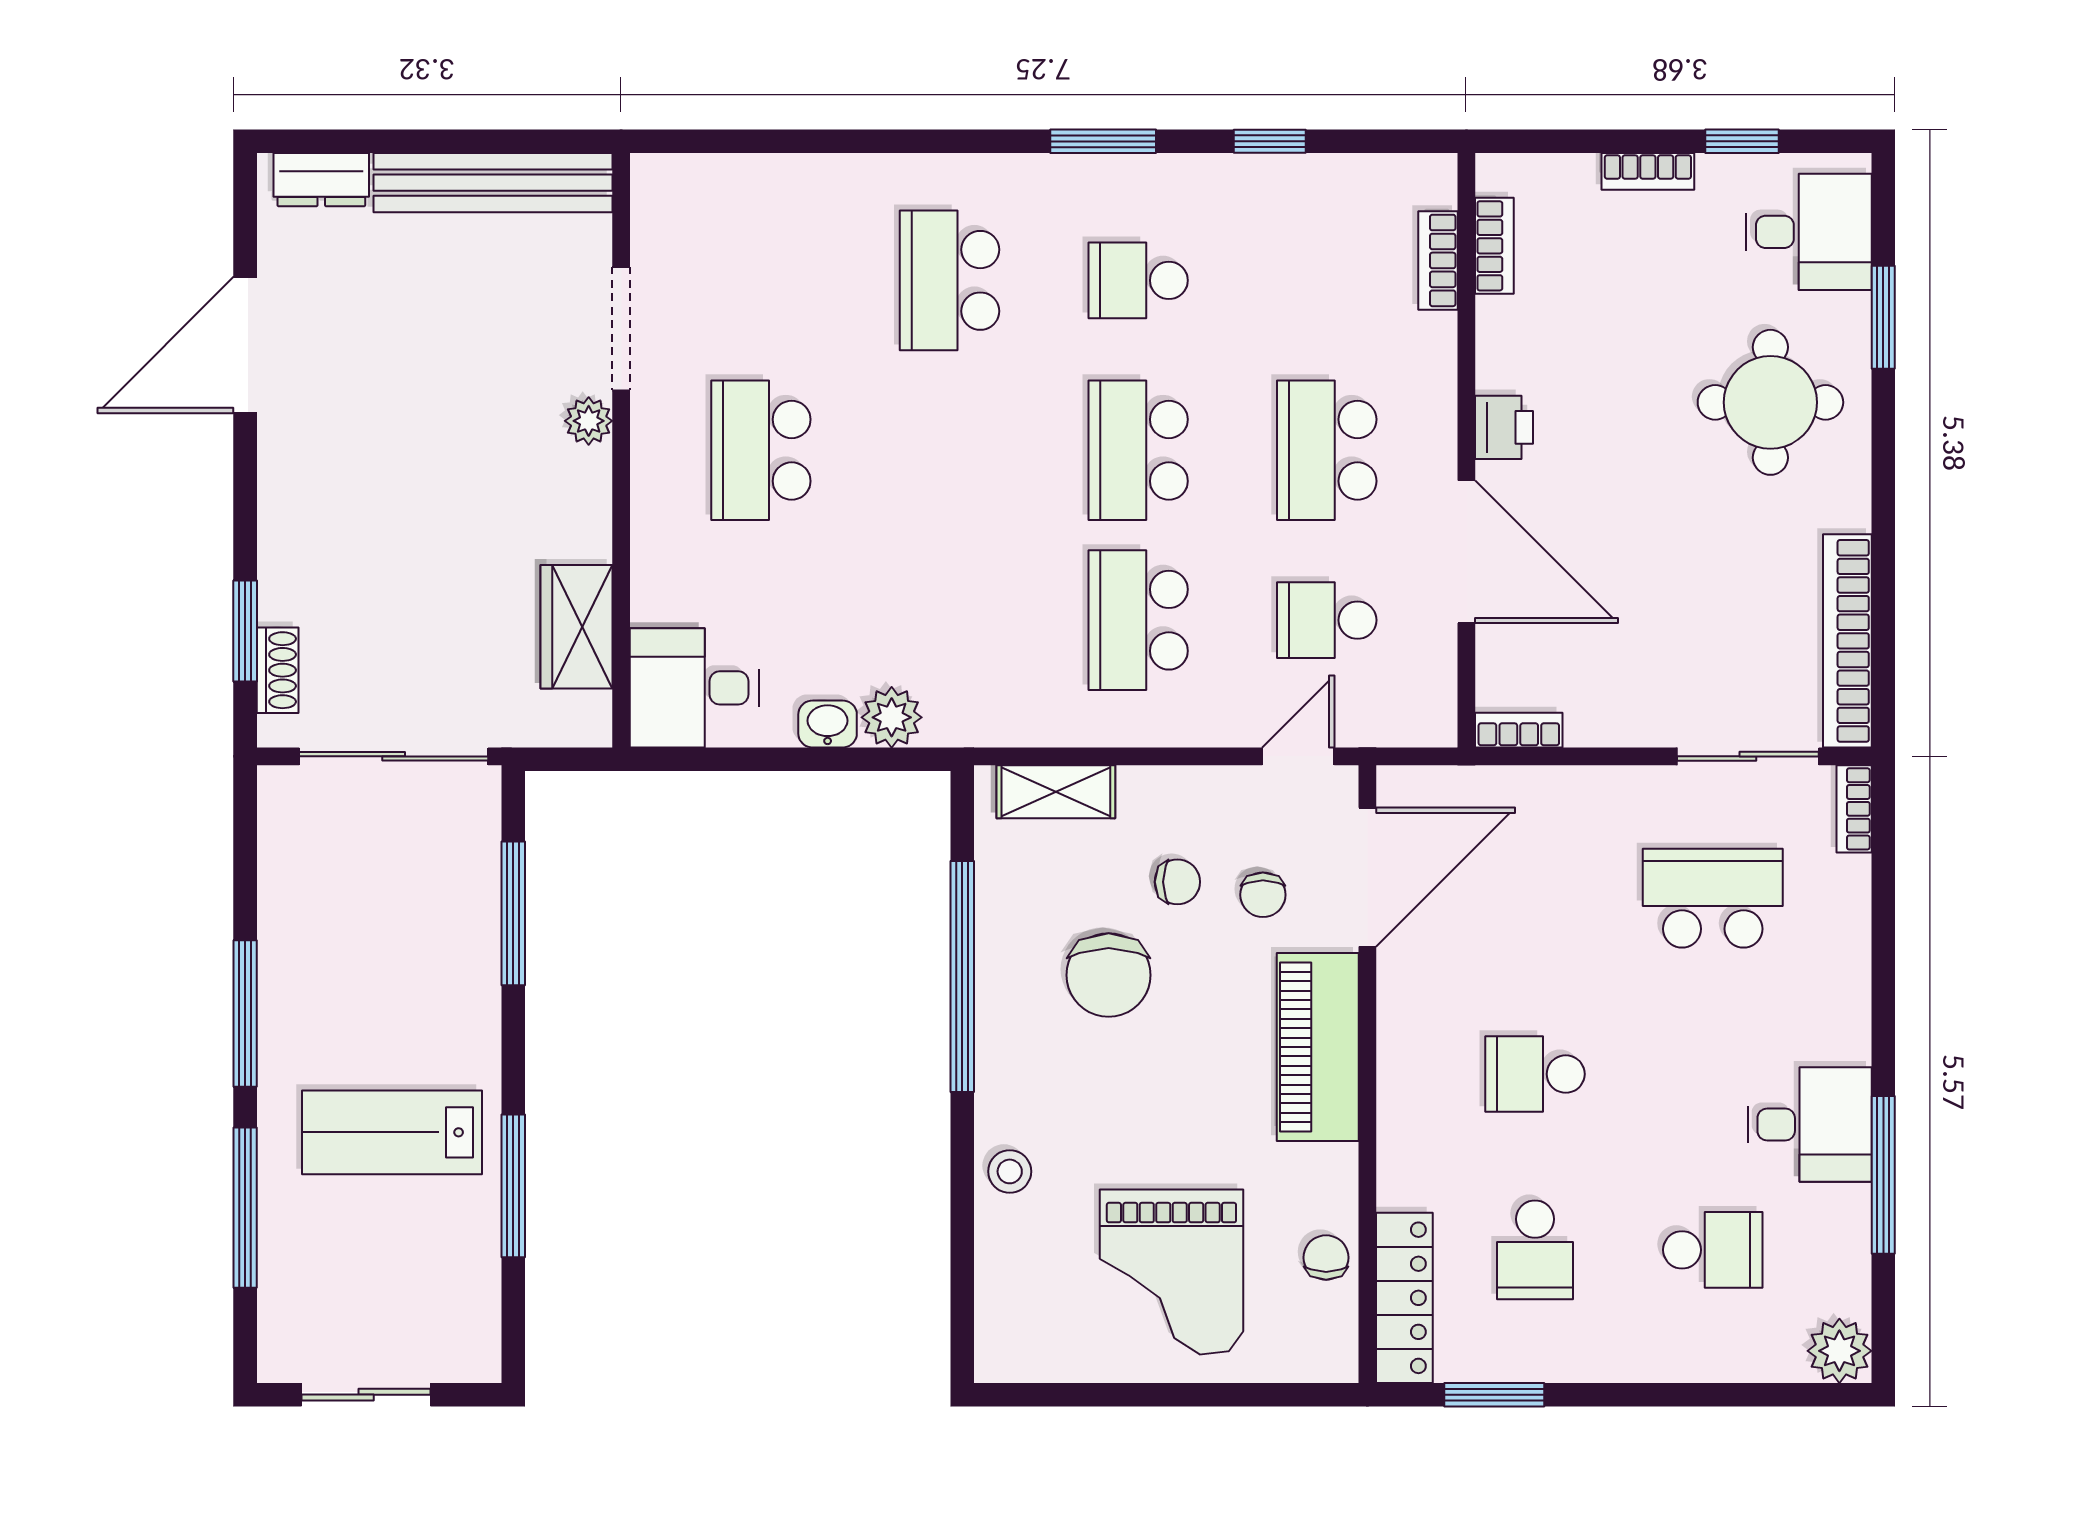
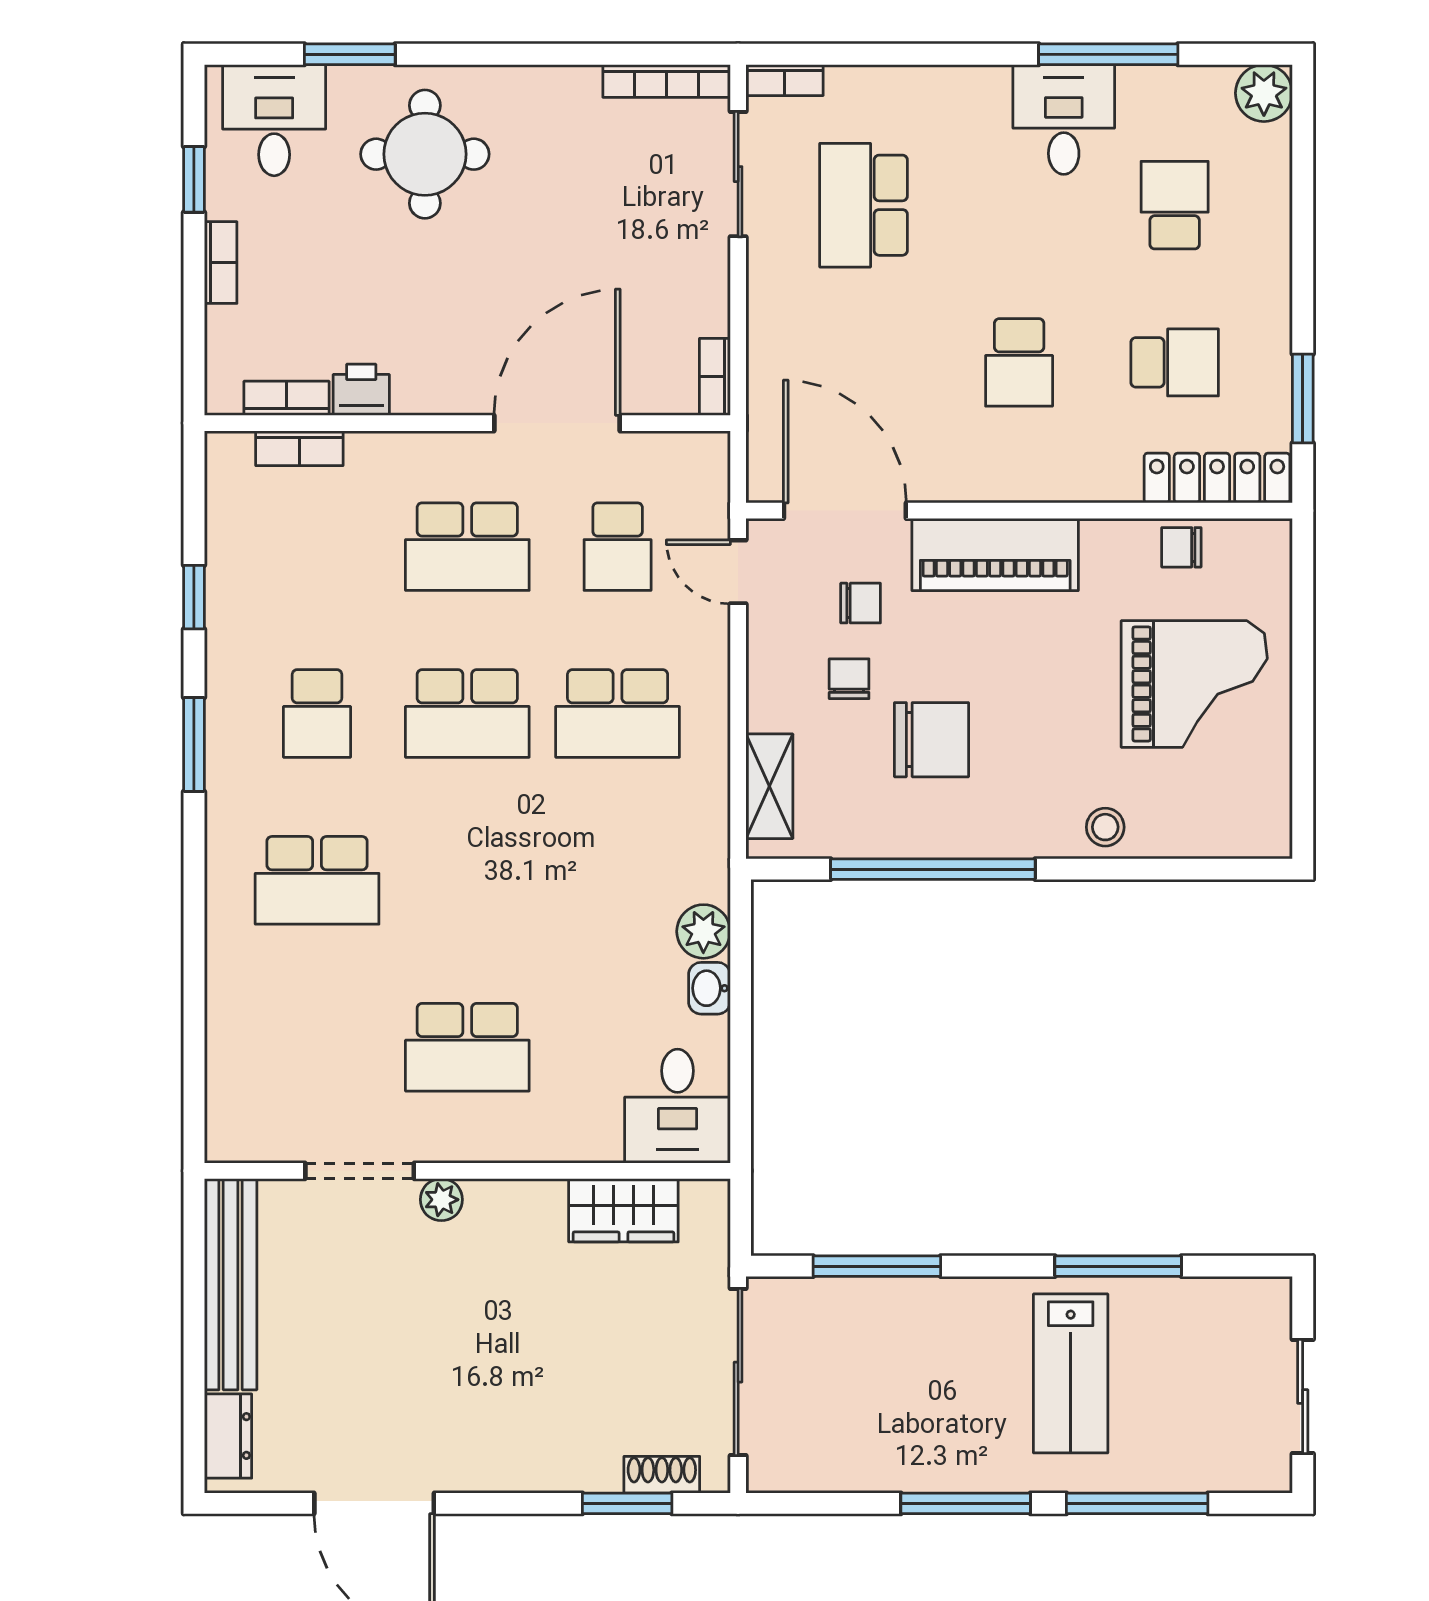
printer: (1504, 427) -> (361, 390), moved
bookcase: (1847, 641) -> (667, 81), width x0.68, depth x0.76

